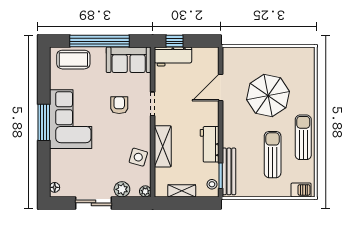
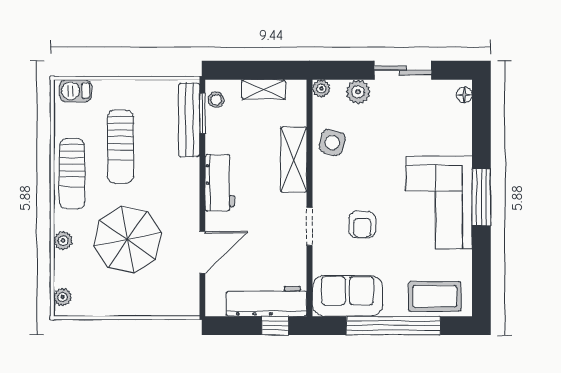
workbench: (173, 57) -> (267, 301), width x1.38
plant: (309, 59) -> (63, 297), added
plant: (309, 95) -> (63, 241), added
workbench: (210, 144) -> (220, 183), moved

